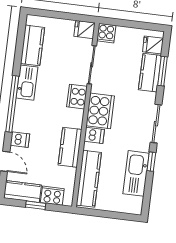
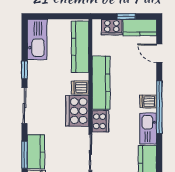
dishwasher: (20, 140) -> (148, 101), moved
kitchen counter: (70, 147) -> (101, 83), width x1.50
kitchen sink: (136, 173) -> (37, 40), moved

